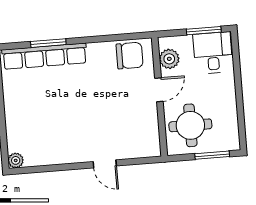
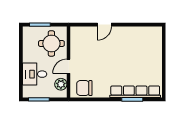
desk: (213, 53) -> (35, 74), moved, turned 90
plant: (16, 160) -> (157, 31), removed
door: (105, 164) -> (104, 25), swing flipped

